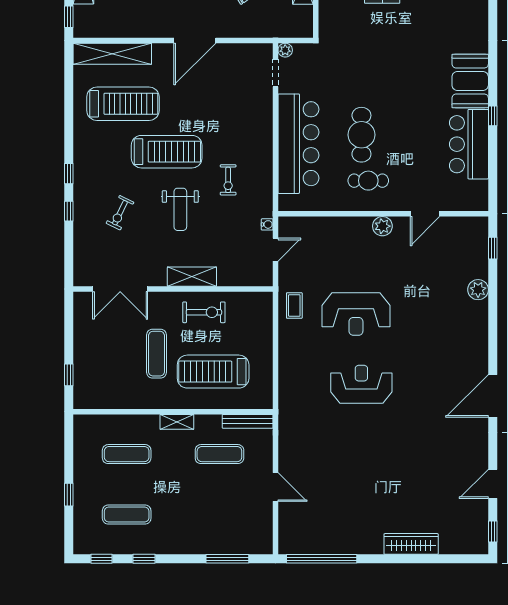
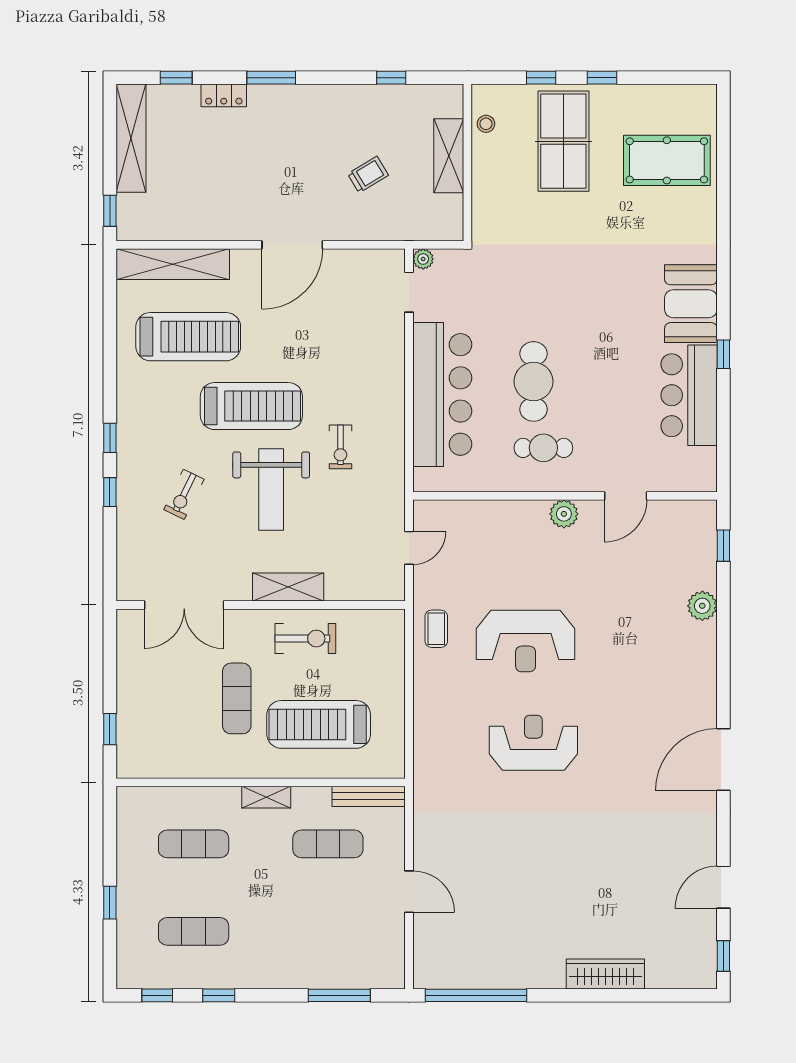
weight bench: (180, 209) -> (271, 489), width x1.36, depth x1.33
water cooler: (267, 224) -> (397, 511), removed

